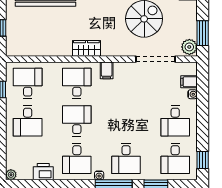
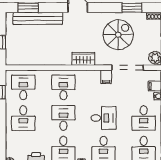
wardrobe: (86, 48) -> (83, 59), moved
filing cabinet: (107, 70) -> (106, 77), moved
desk: (126, 121) -> (104, 118), added

